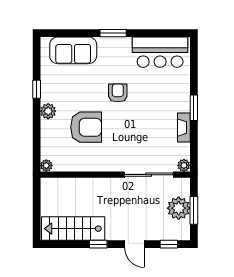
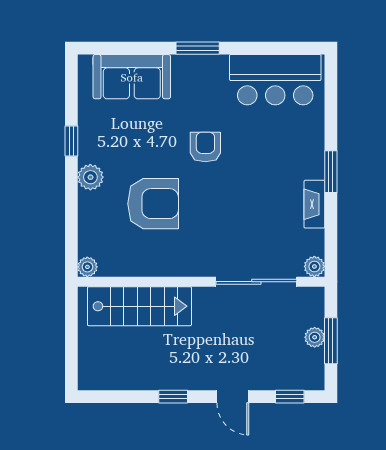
plant: (179, 208) -> (315, 337), width x0.53, depth x0.53
stairs: (73, 229) -> (139, 306), moved, turned 180

